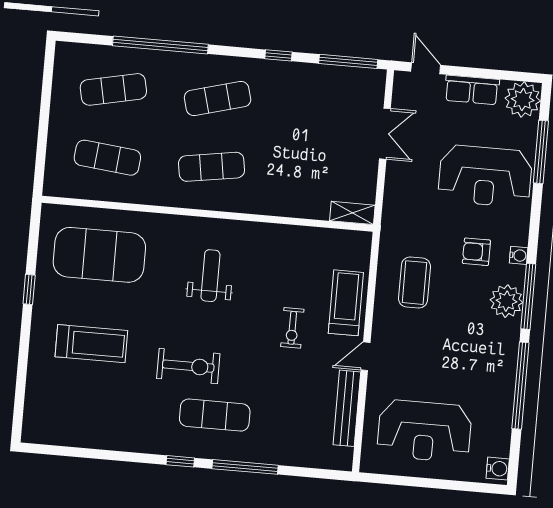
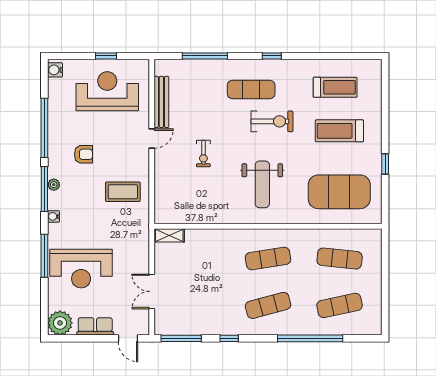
window: (541, 152) -> (44, 256), moved
reception desk: (485, 176) -> (81, 269), turned 180
armchair: (476, 252) -> (83, 154), moved
weight bench: (210, 276) -> (262, 184), width x1.36, depth x1.33
coffee table: (414, 283) -> (123, 192), turned 90
plant: (506, 301) -> (54, 185), width x0.53, depth x0.53
treadmill: (346, 303) -> (335, 87), moved, turned -90
exercise bike: (292, 328) -> (203, 154), turned 180
exercise bike: (188, 366) -> (272, 121), turned 180
window: (245, 467) -> (205, 56), moved
window: (422, 482) -> (106, 56), added

